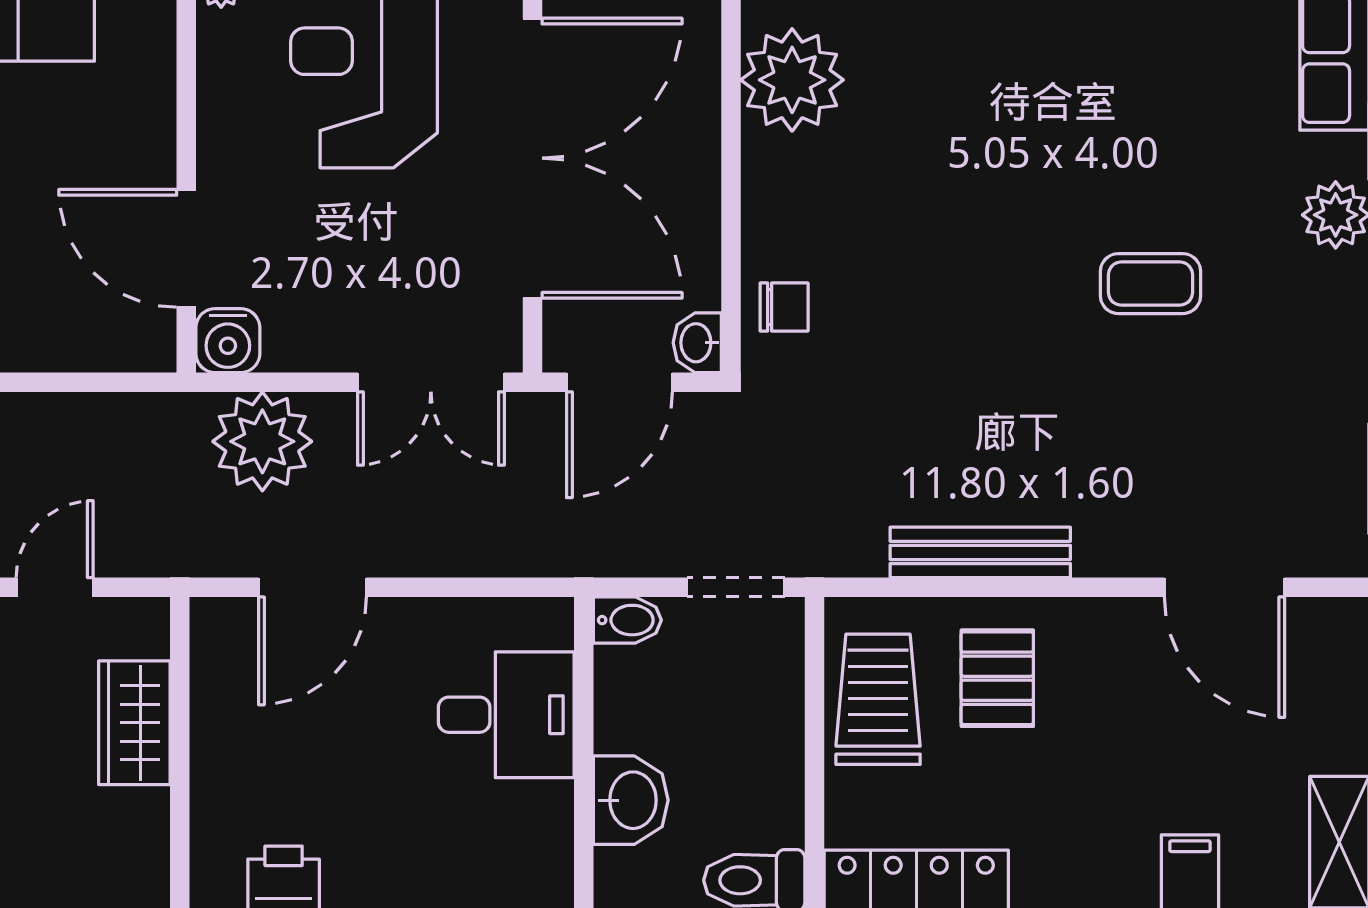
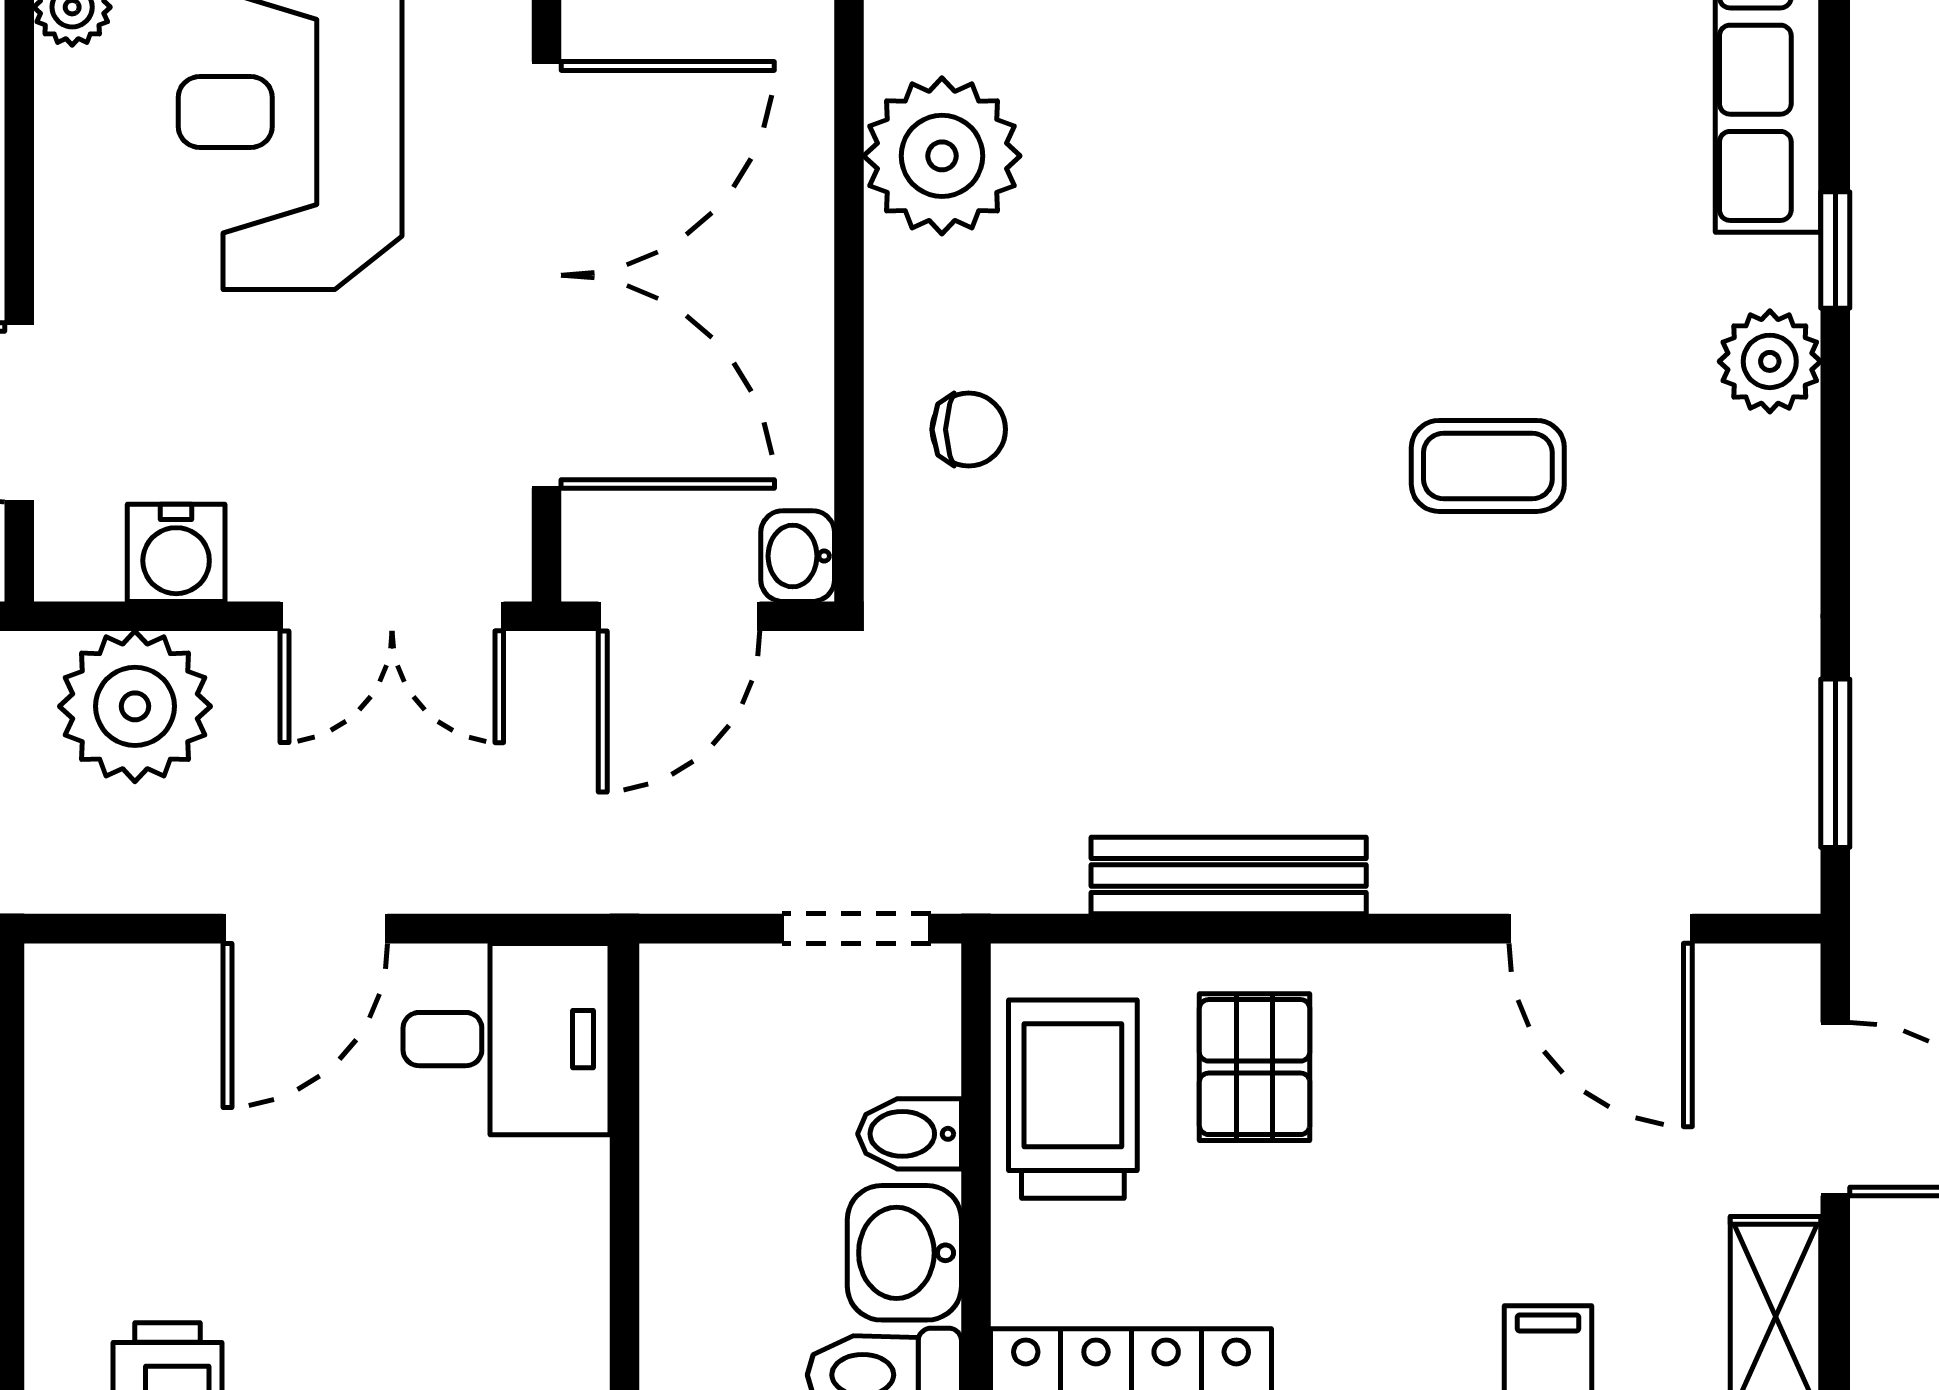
chair: (784, 307) -> (969, 429), moved
water cooler: (228, 341) -> (176, 553), moved
door: (313, 587) -> (305, 929), moved
bidet: (627, 620) -> (910, 1134), moved, turned 180
desk: (506, 715) -> (507, 1039), moved
washbasin: (631, 800) -> (904, 1253), moved, turned 180

